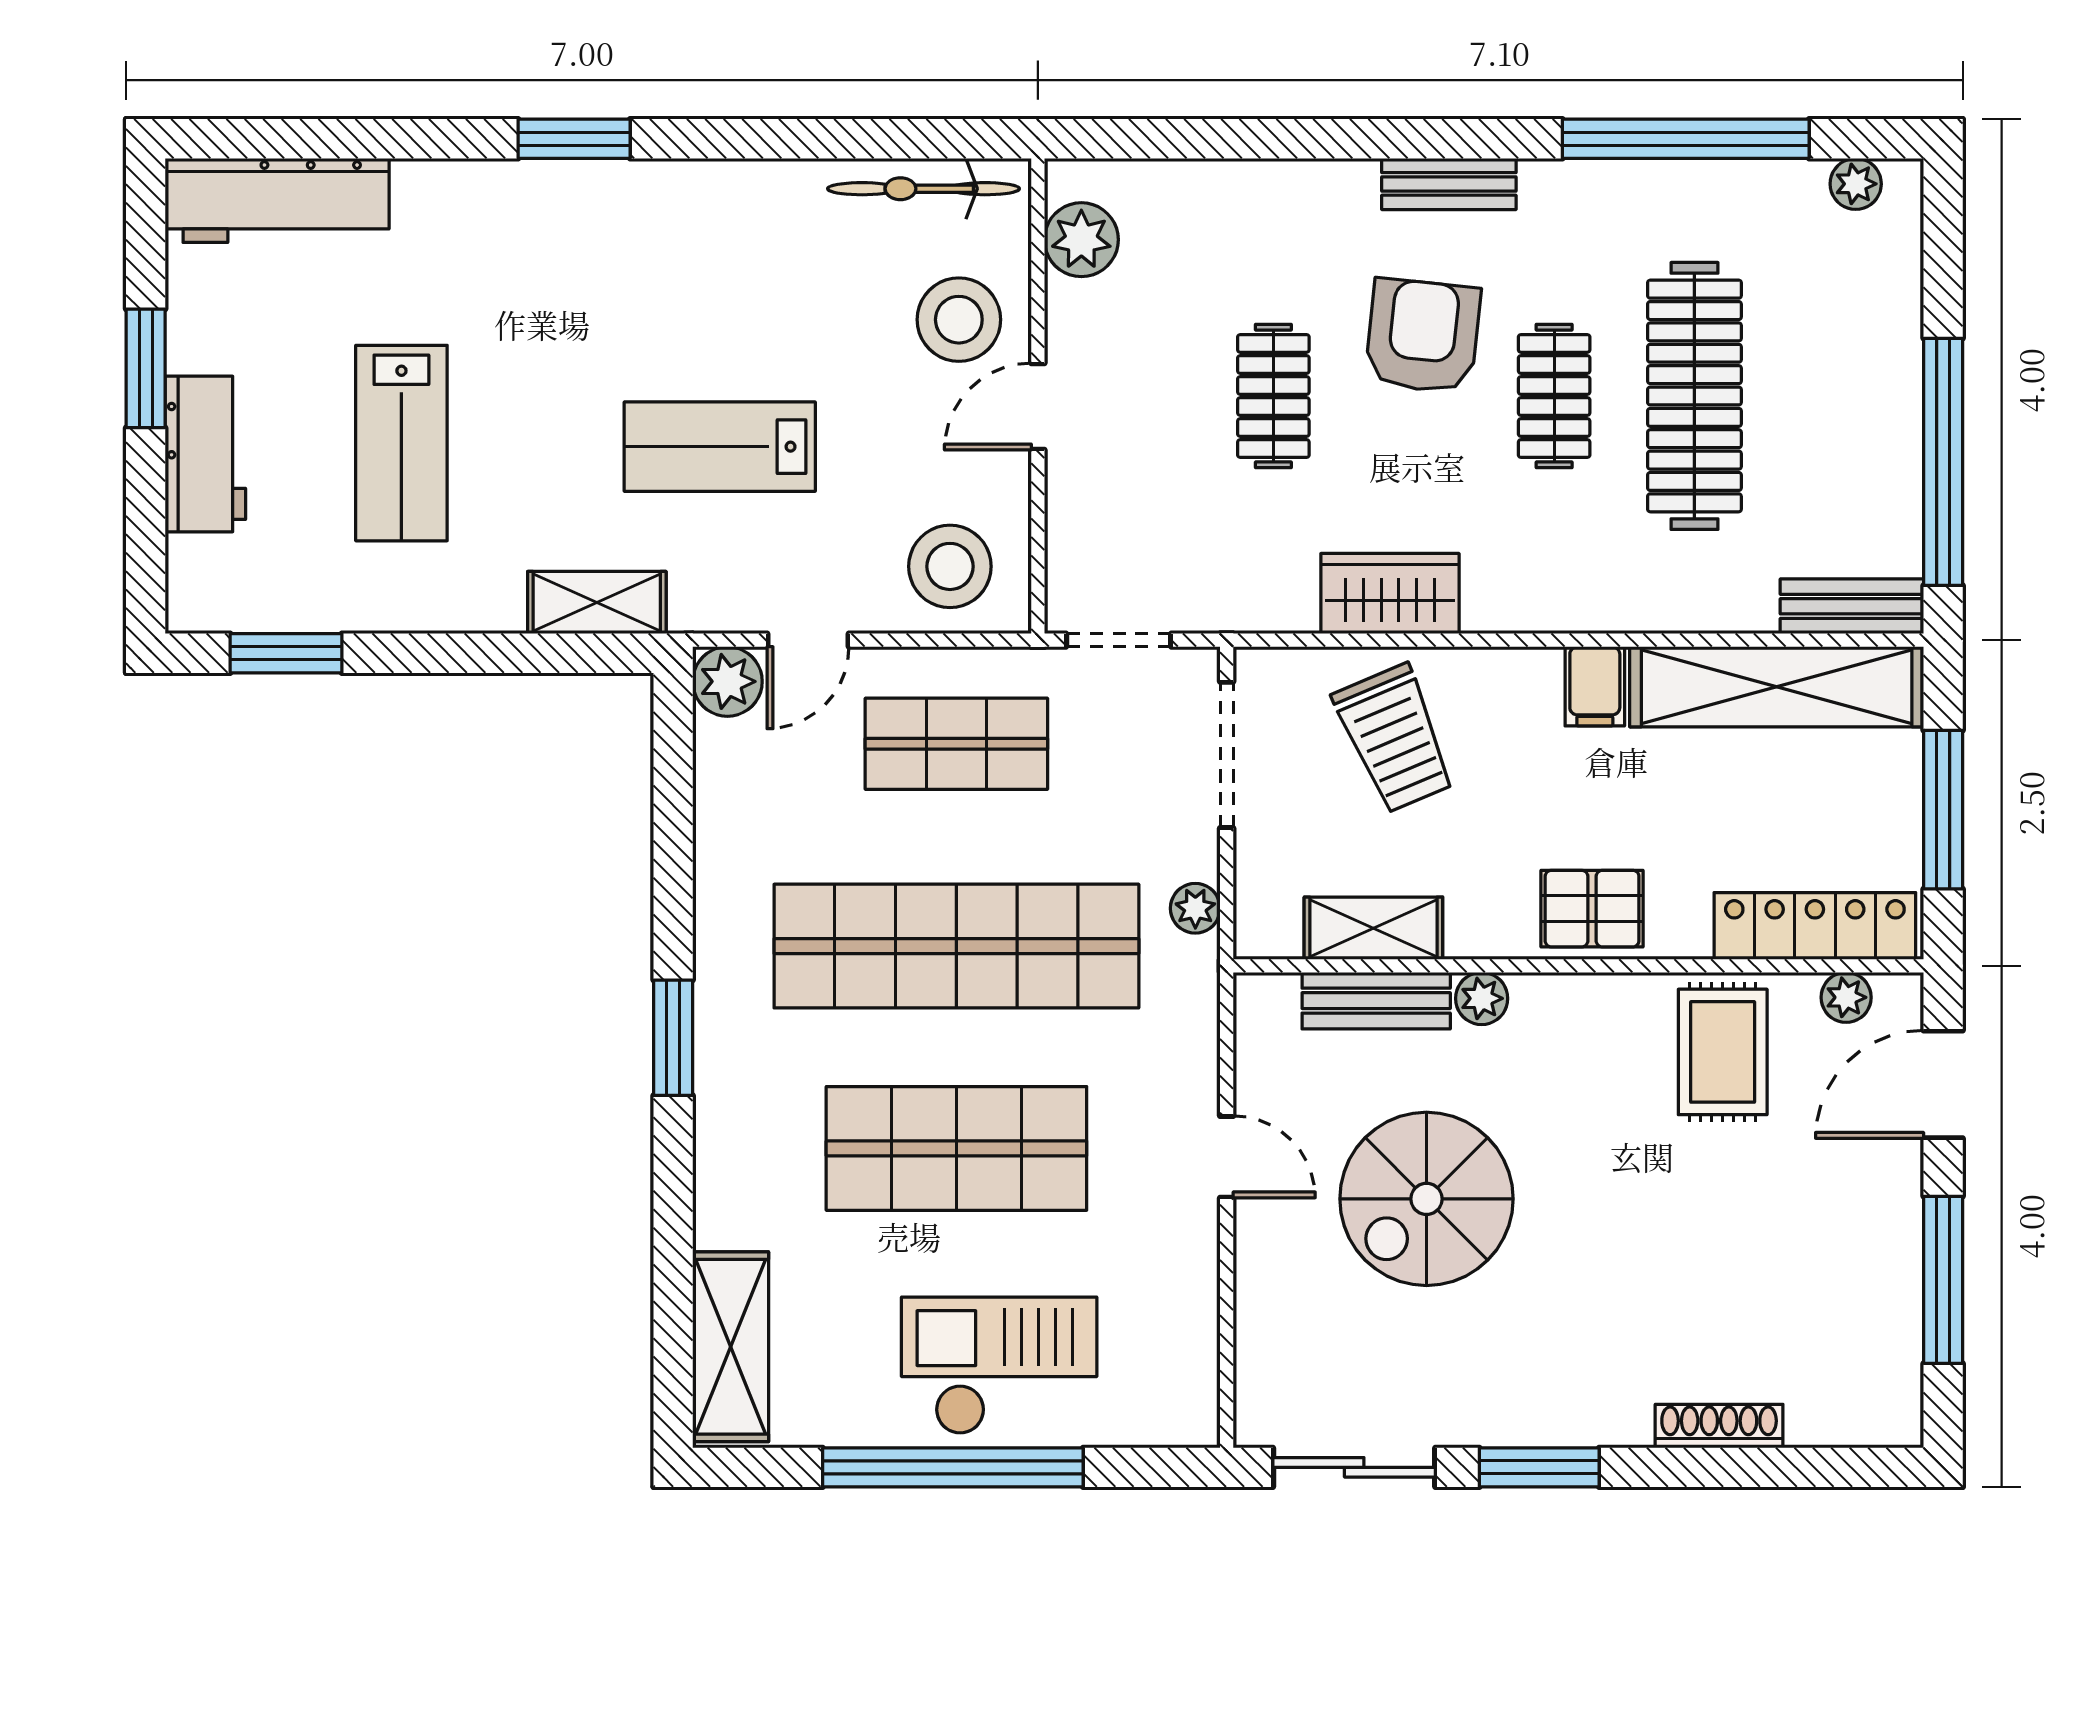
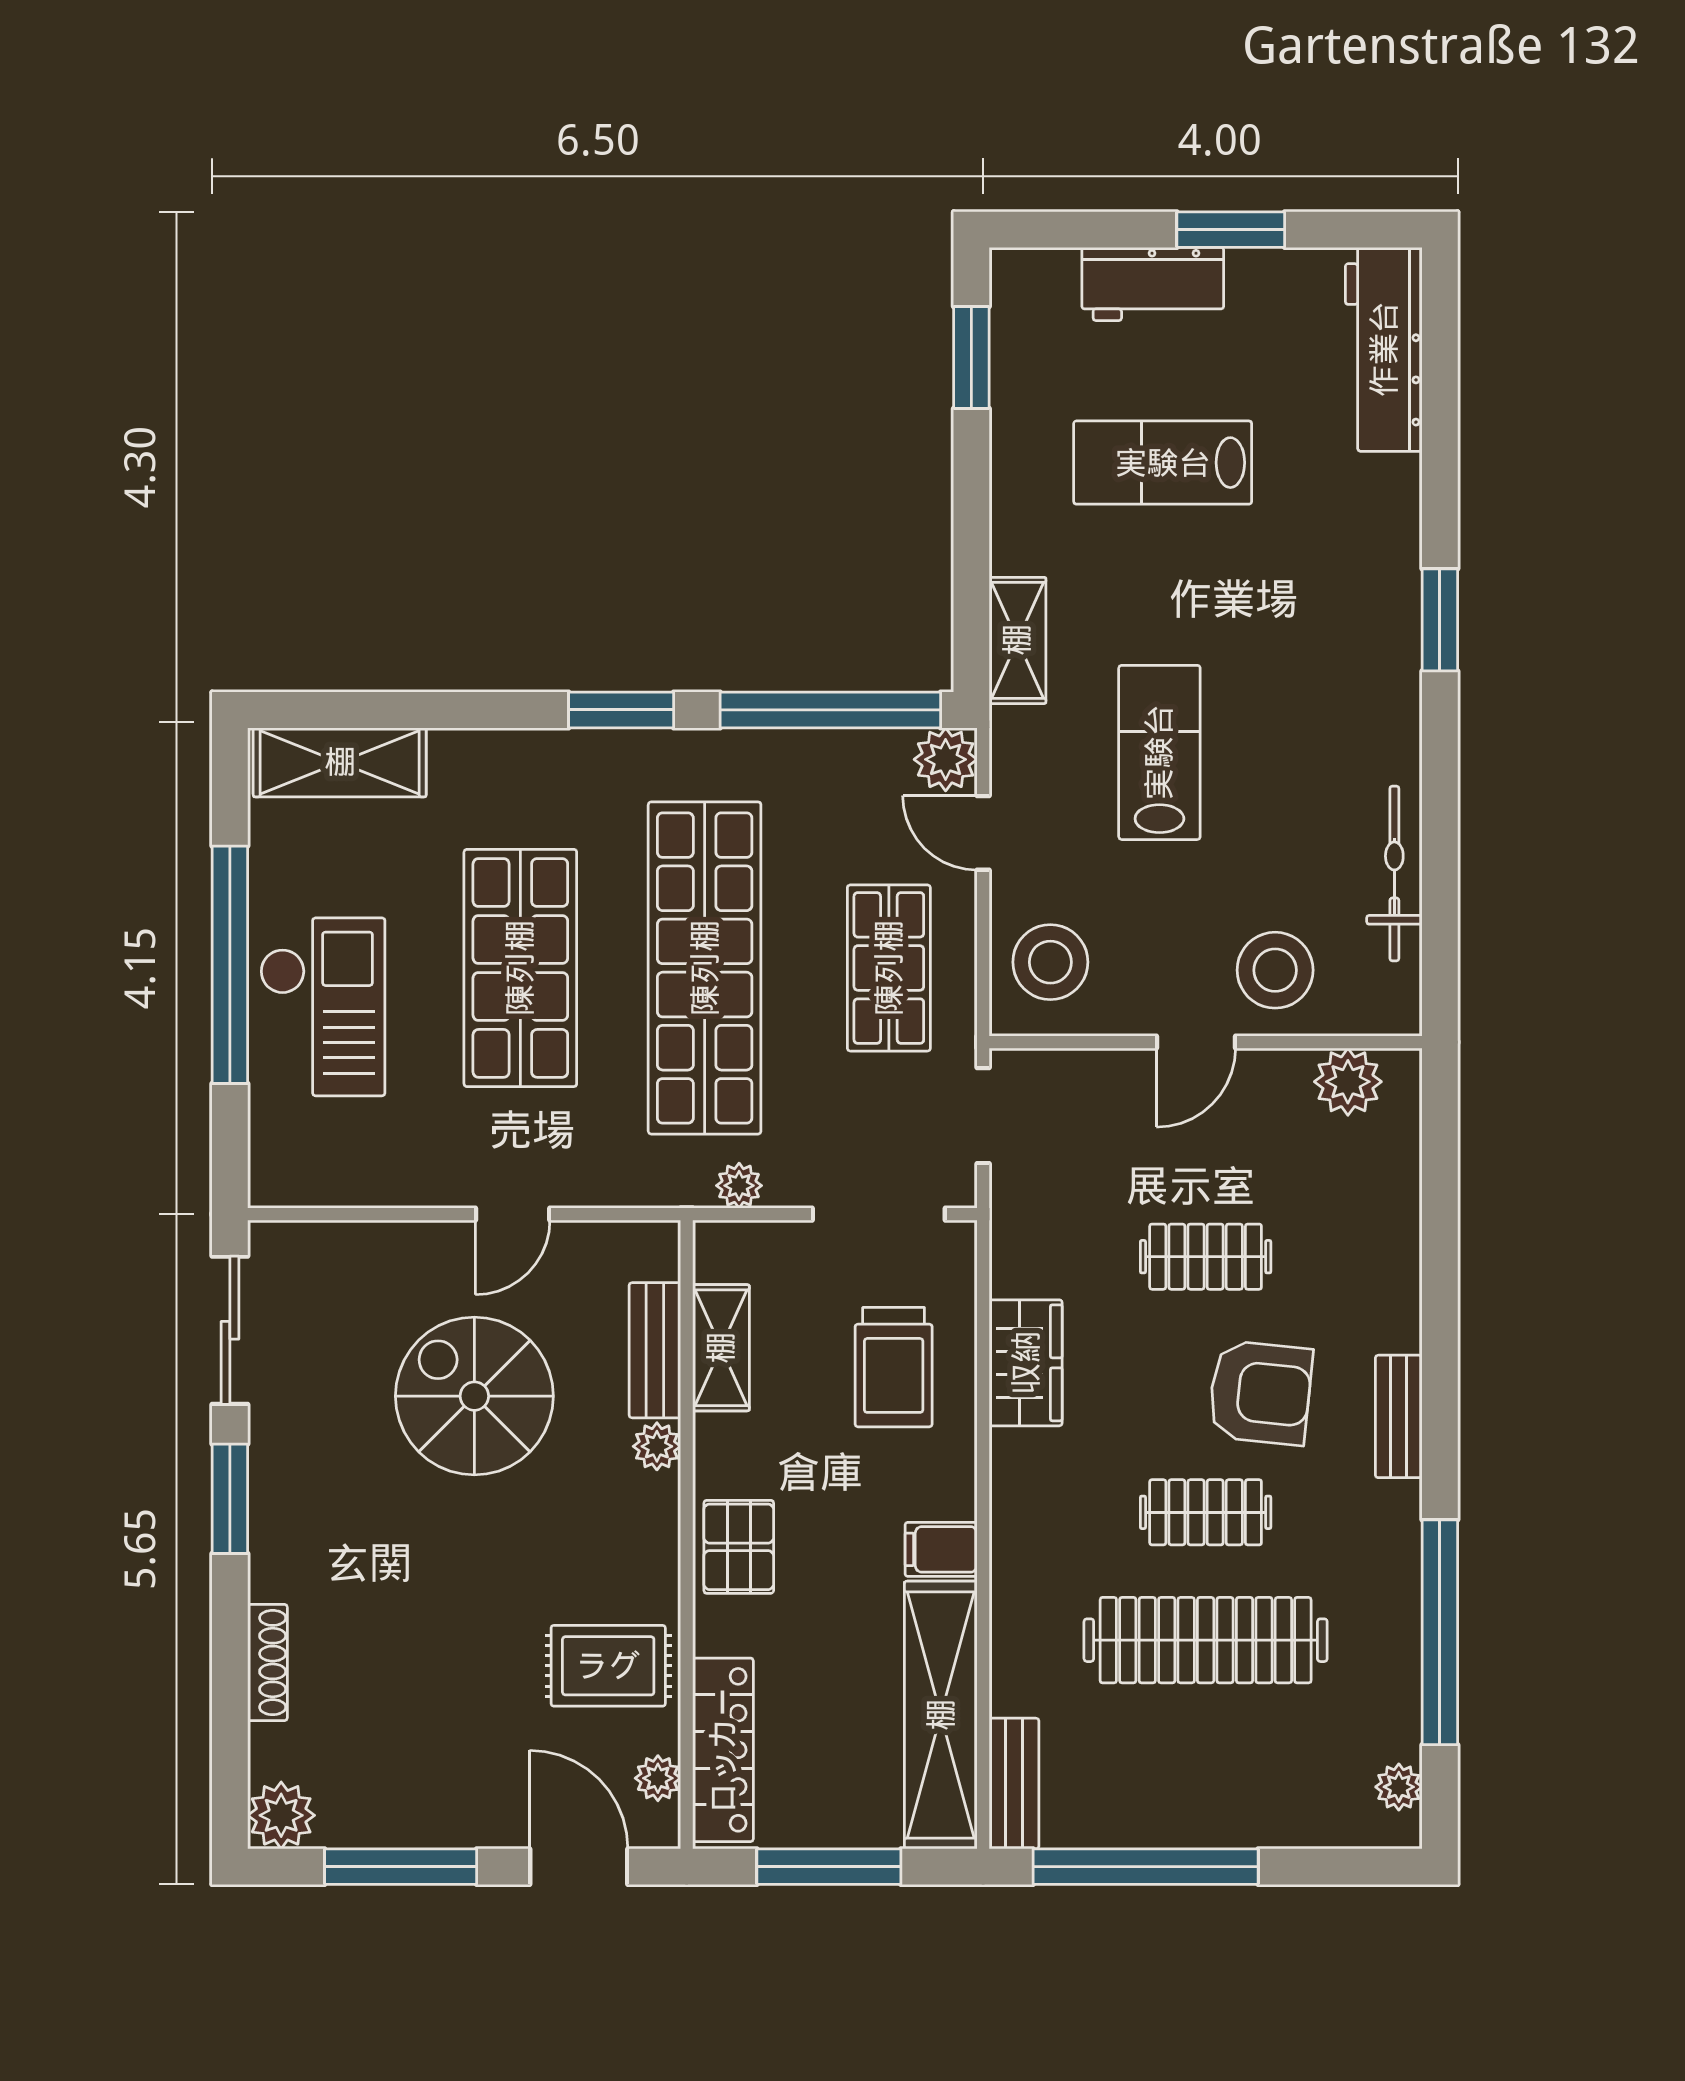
bicycle: (924, 189) -> (1394, 873), moved
door: (1038, 407) -> (1196, 1042), swing flipped
trolley: (1395, 739) -> (894, 1367), turned -67
window: (673, 808) -> (830, 710), added
plant: (1887, 1411) -> (281, 1815), added

